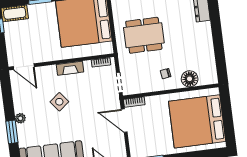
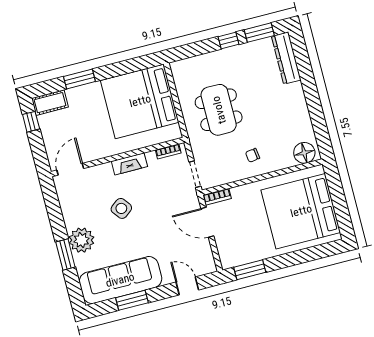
dining table: (144, 35) -> (219, 110), turned 90
door: (24, 67) -> (70, 169), swing flipped
floor lamp: (190, 79) -> (304, 153), moved
plant: (20, 118) -> (81, 240), width x1.87, depth x1.87

